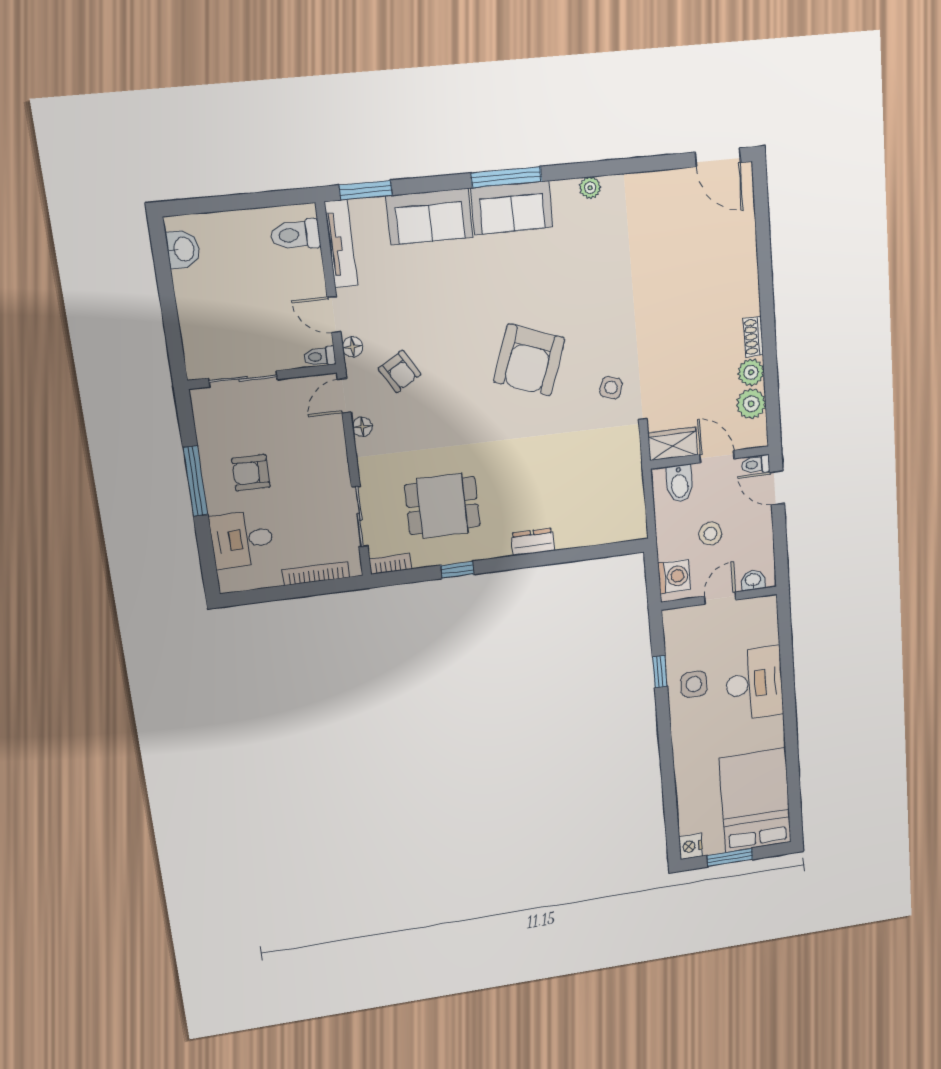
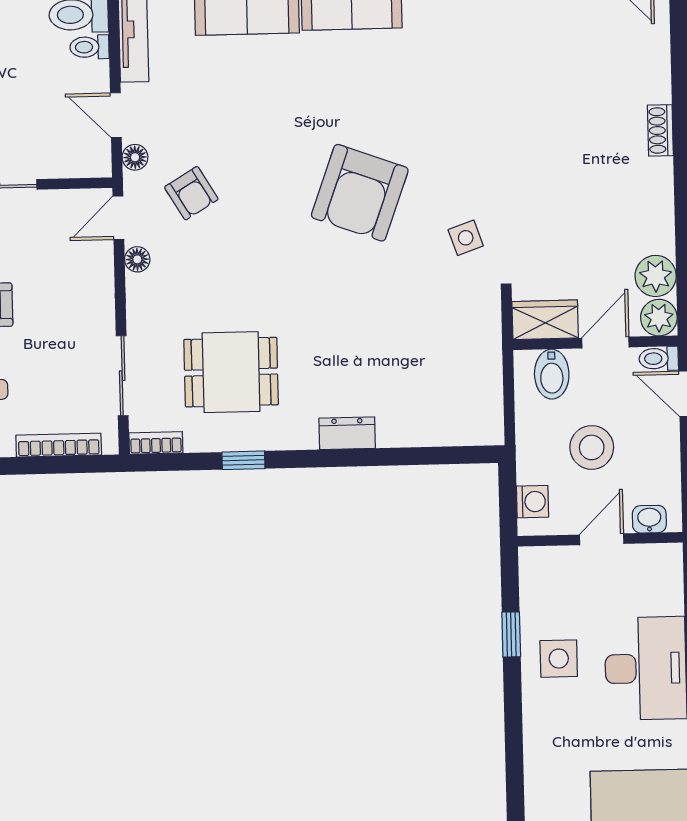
shoe rack: (753, 337) -> (660, 130), moved
toilet: (319, 357) -> (89, 47), moved
plant: (751, 372) -> (659, 318), moved
side table: (611, 388) -> (466, 238), turned -38
door: (717, 456) -> (605, 343), hinge flipped
stool: (710, 534) -> (592, 447), width x1.38, depth x1.38
washing machine: (674, 576) -> (533, 502), width x0.73, depth x0.73

